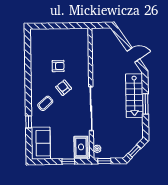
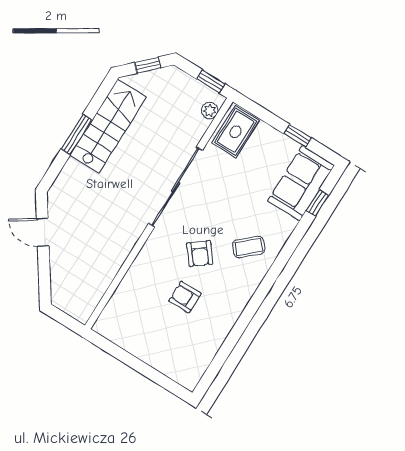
stairs: (134, 96) -> (108, 126), moved
window: (29, 122) -> (317, 203), moved
window: (68, 161) -> (298, 136), moved

